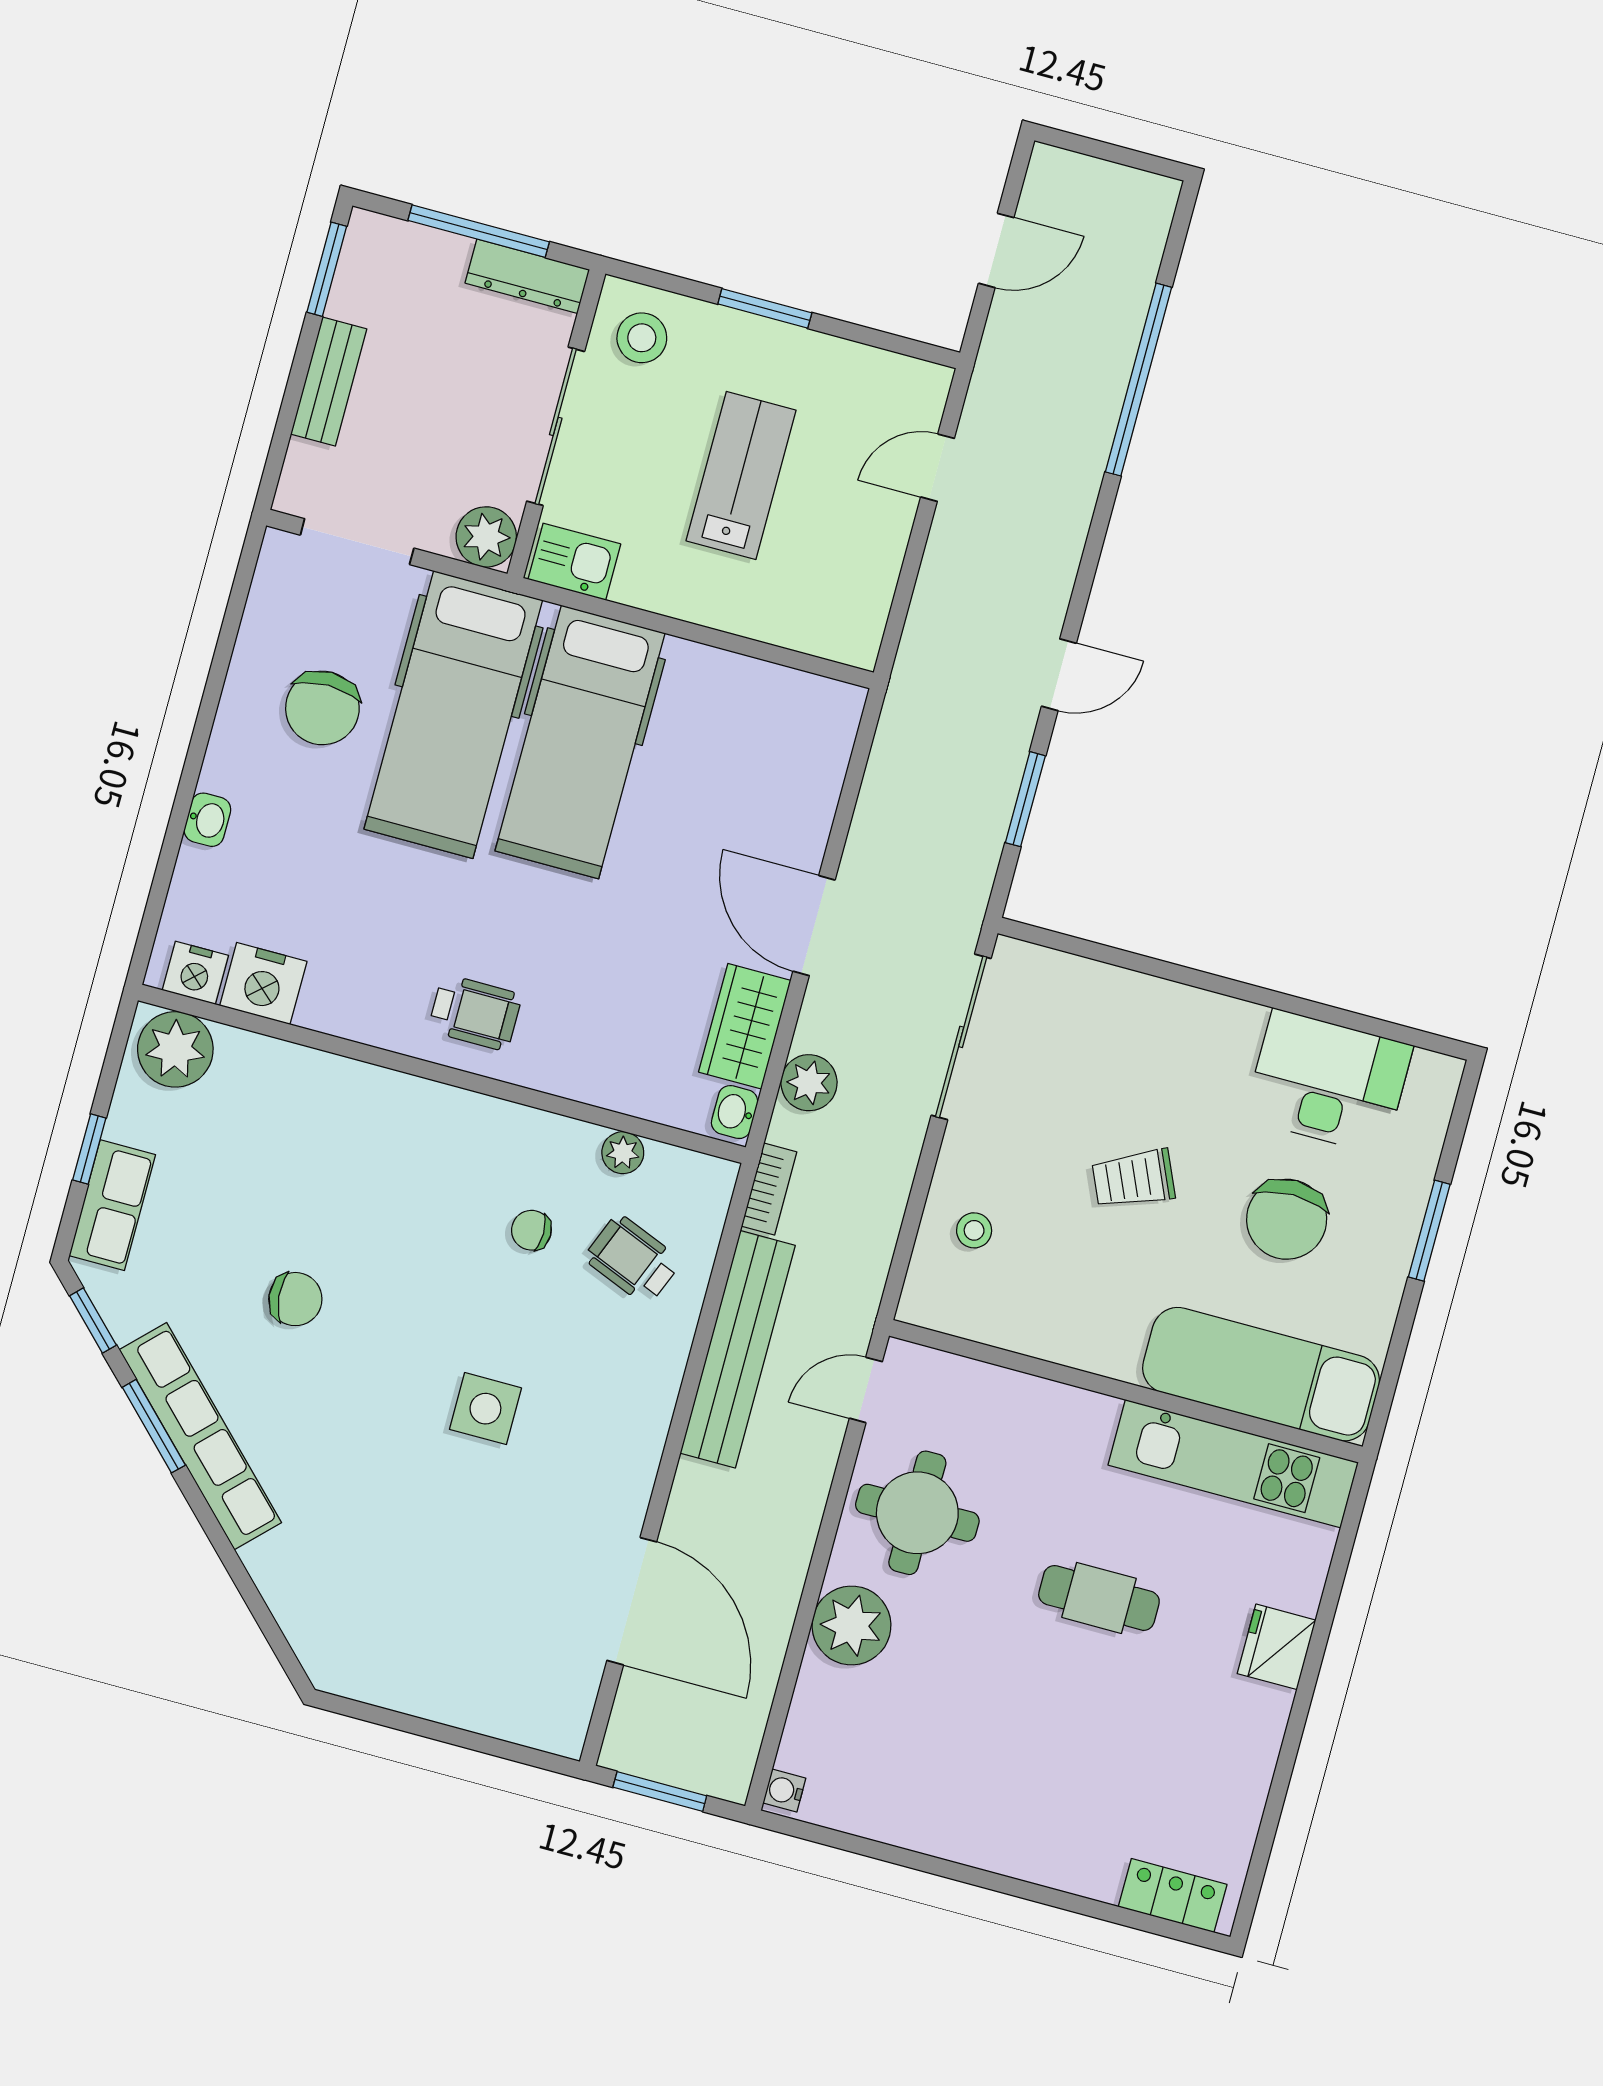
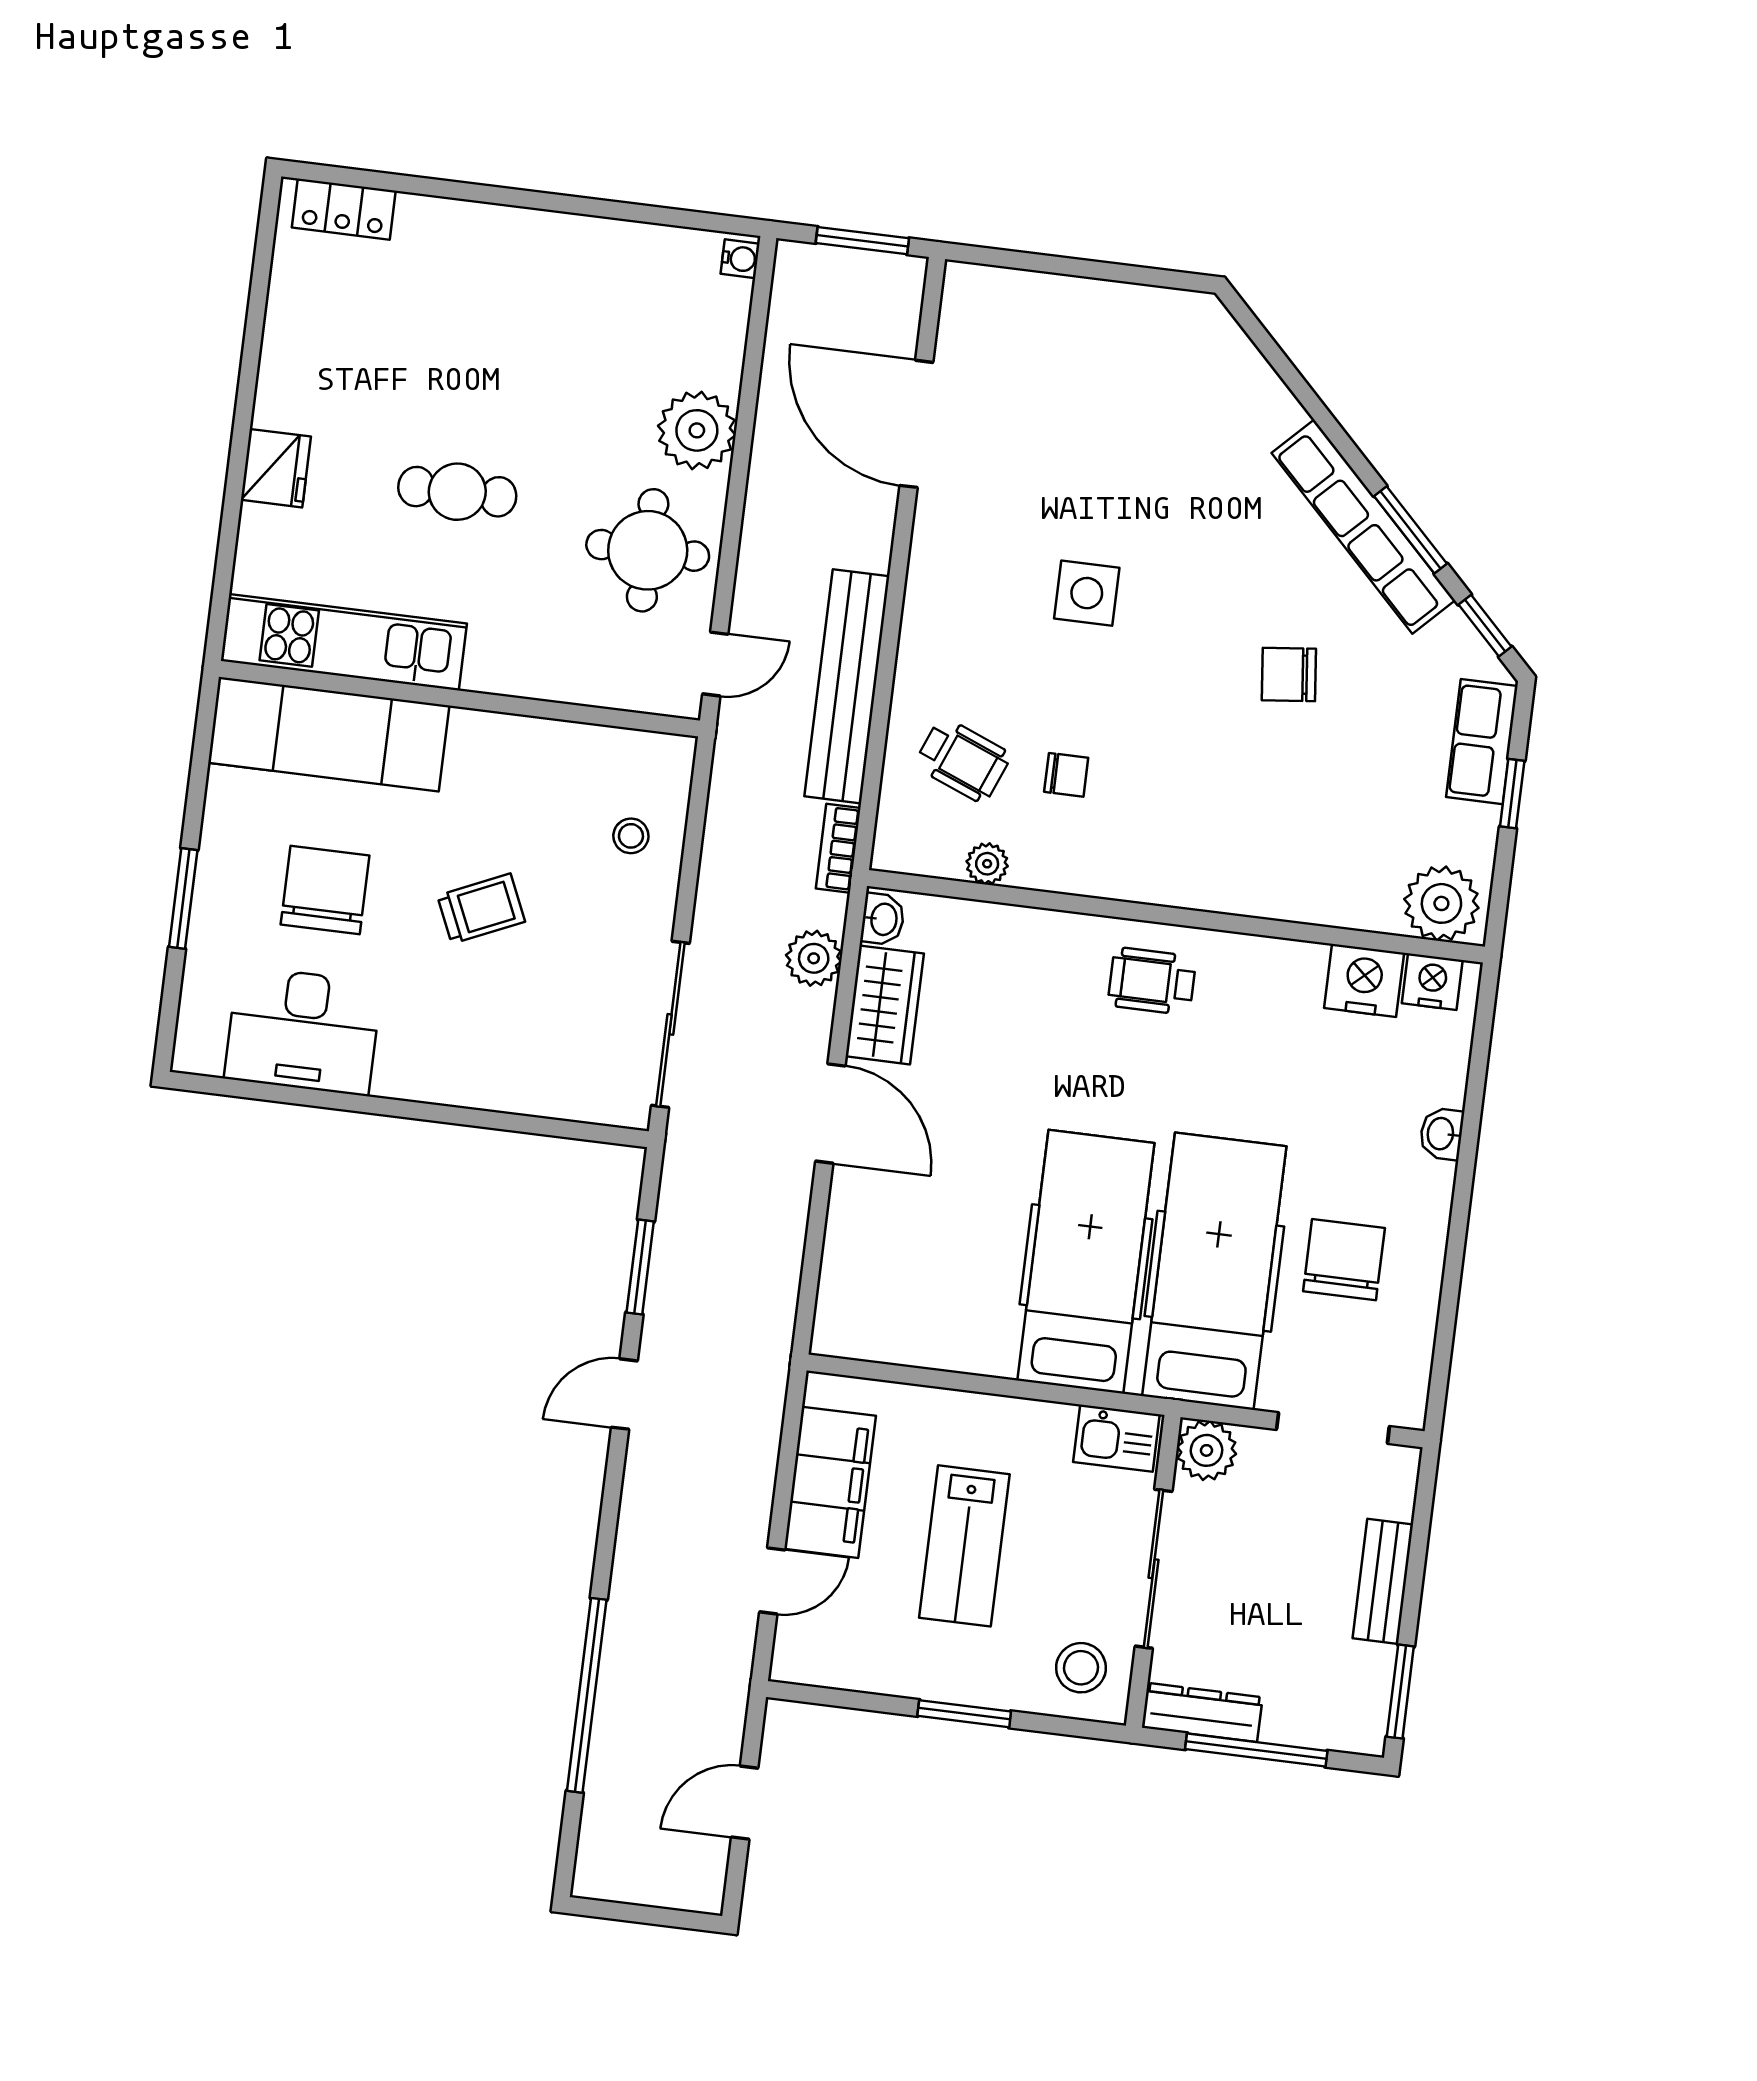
filing cabinet: (866, 558) -> (830, 1482), added

